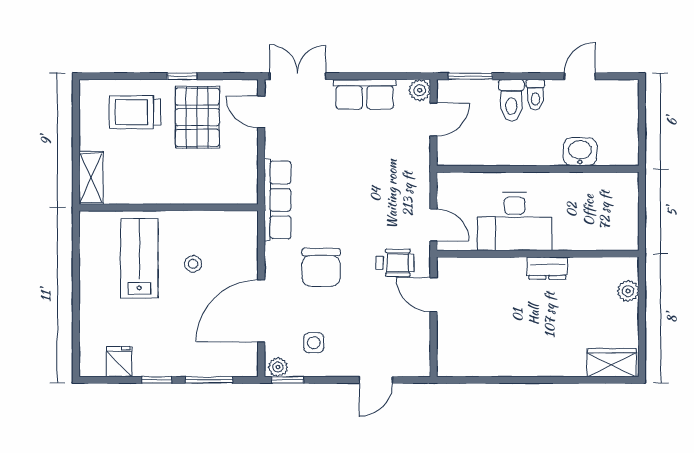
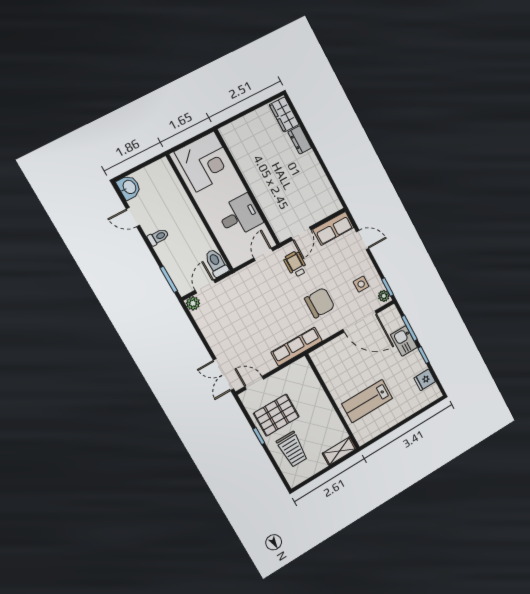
row of seats: (365, 94) -> (333, 228), moved, turned 90
toilet: (511, 100) -> (216, 263), moved, turned -90
door: (261, 112) -> (254, 383), swing flipped
door: (434, 120) -> (205, 287), hinge flipped
washbasin: (580, 152) -> (129, 187), moved, turned 180
corner desk: (603, 215) -> (205, 162), added
desk: (515, 222) -> (240, 216), width x0.73
stool: (193, 264) -> (355, 371), removed
dresser: (547, 268) -> (300, 140), moved, turned 180
plant: (628, 291) -> (240, 126), removed
kitchen sink: (195, 361) -> (404, 341), added

